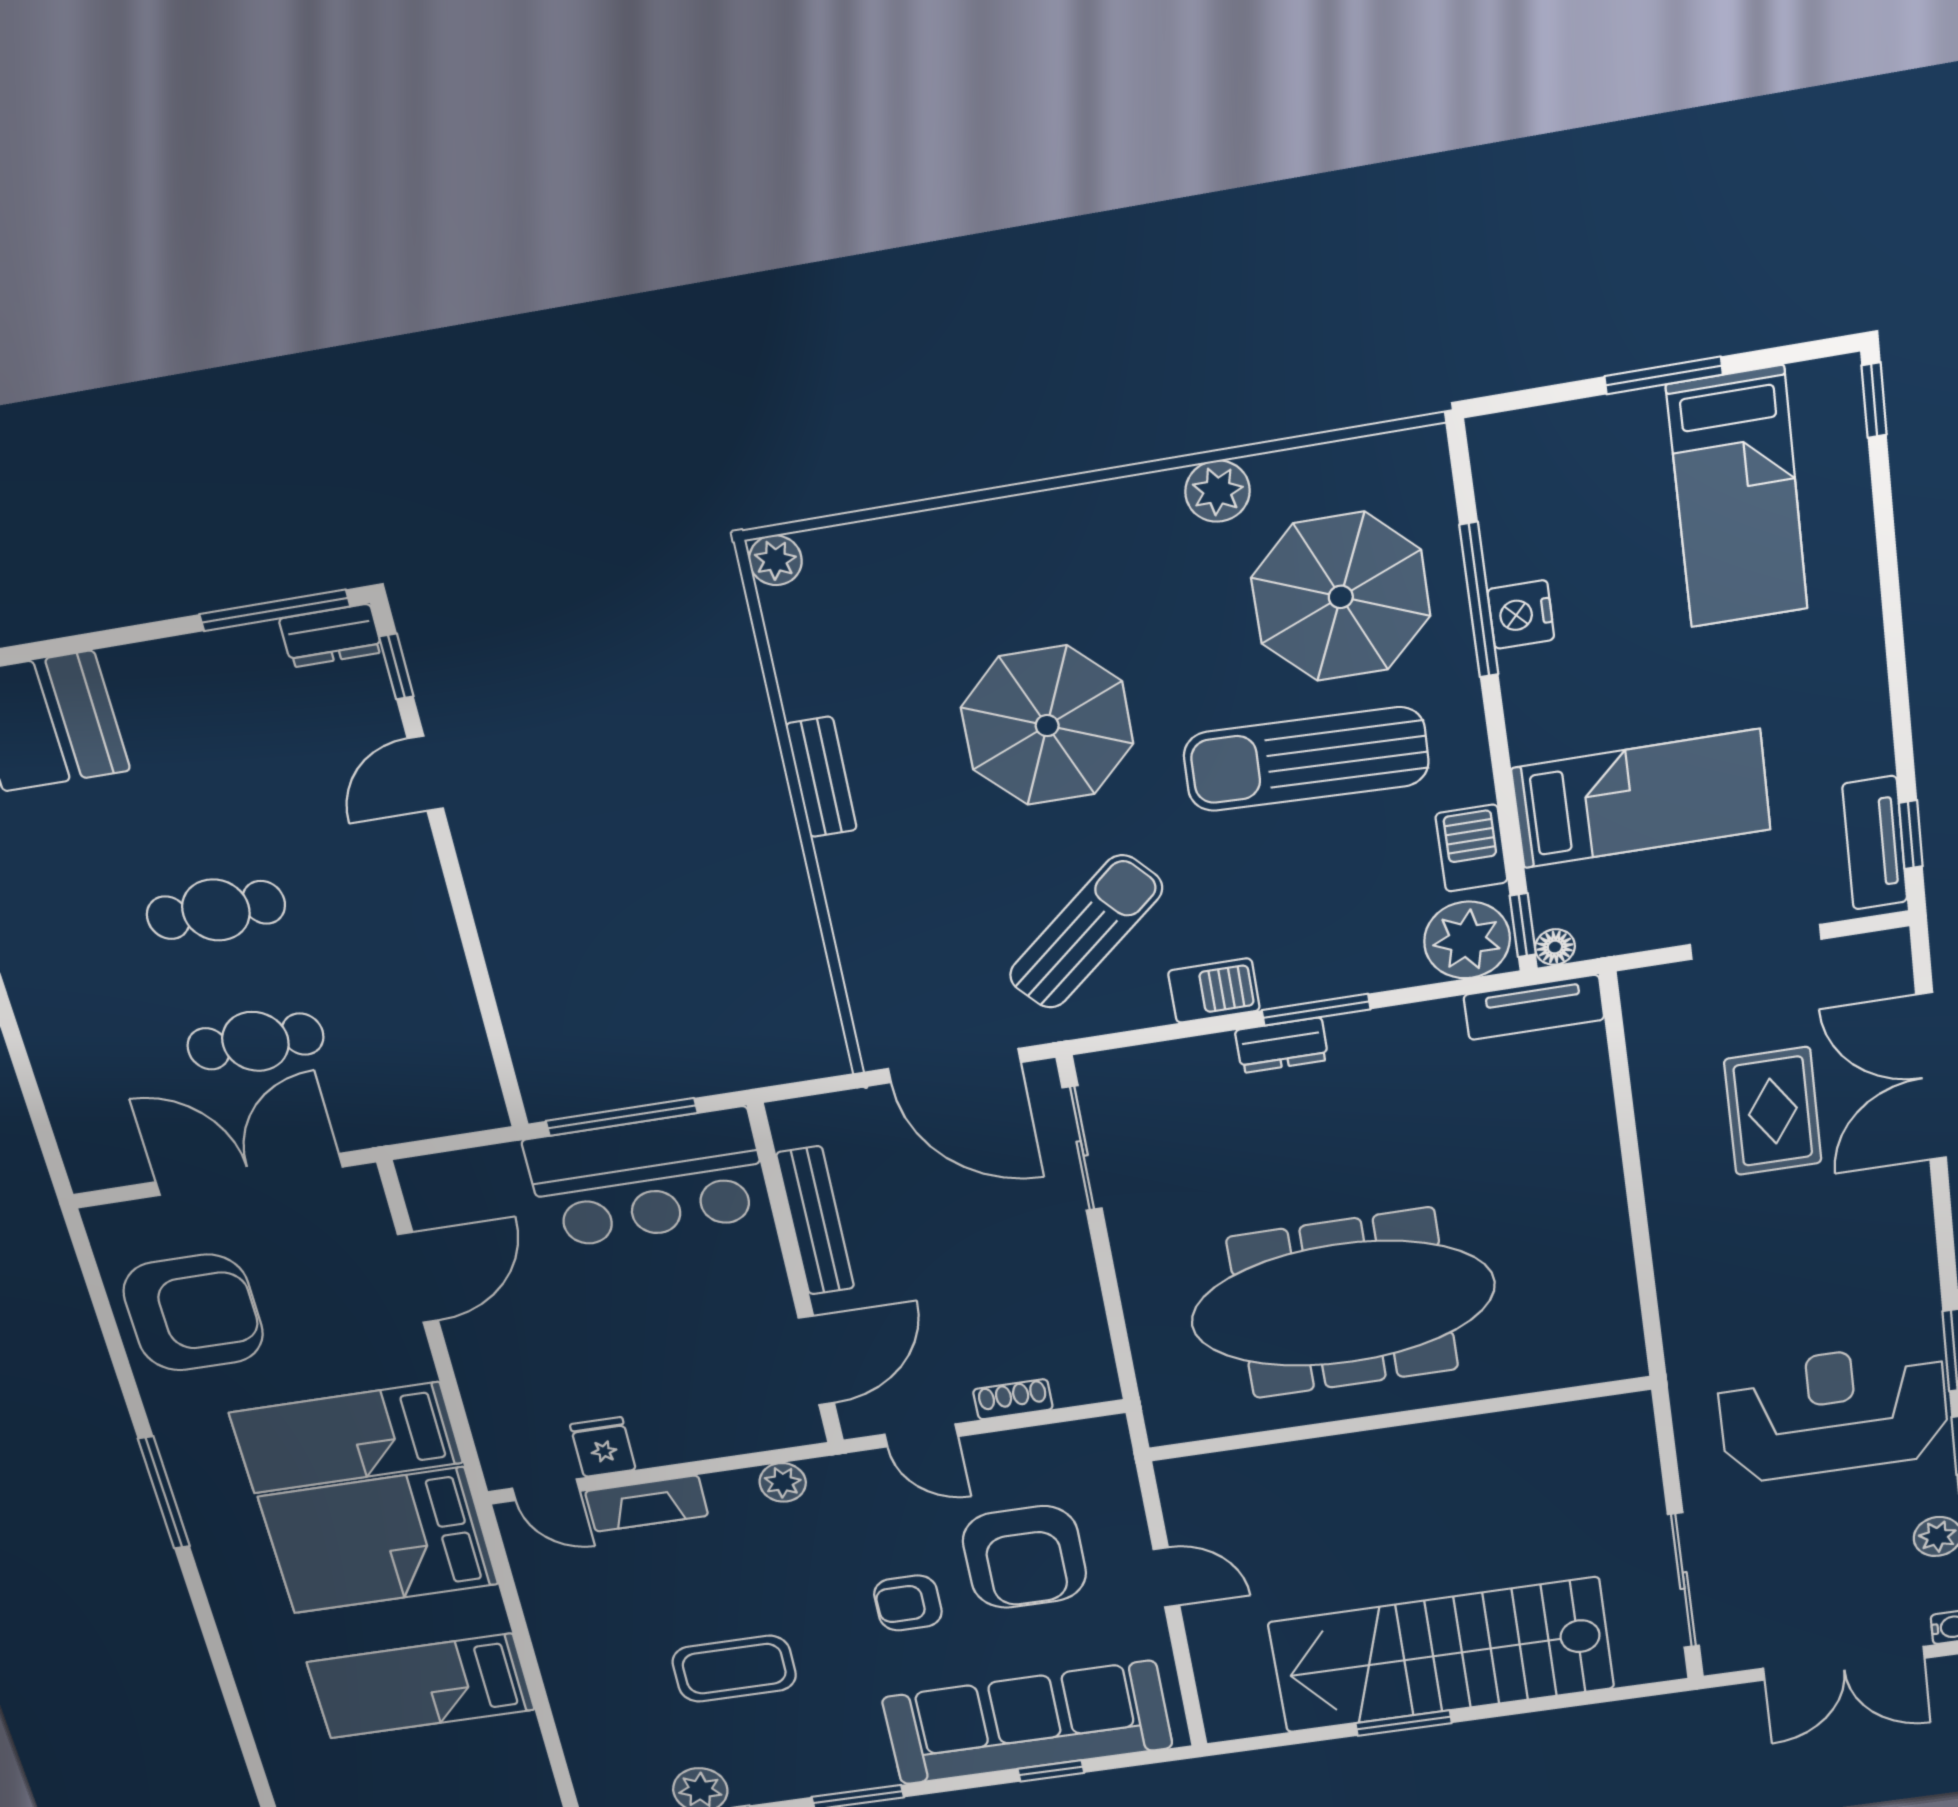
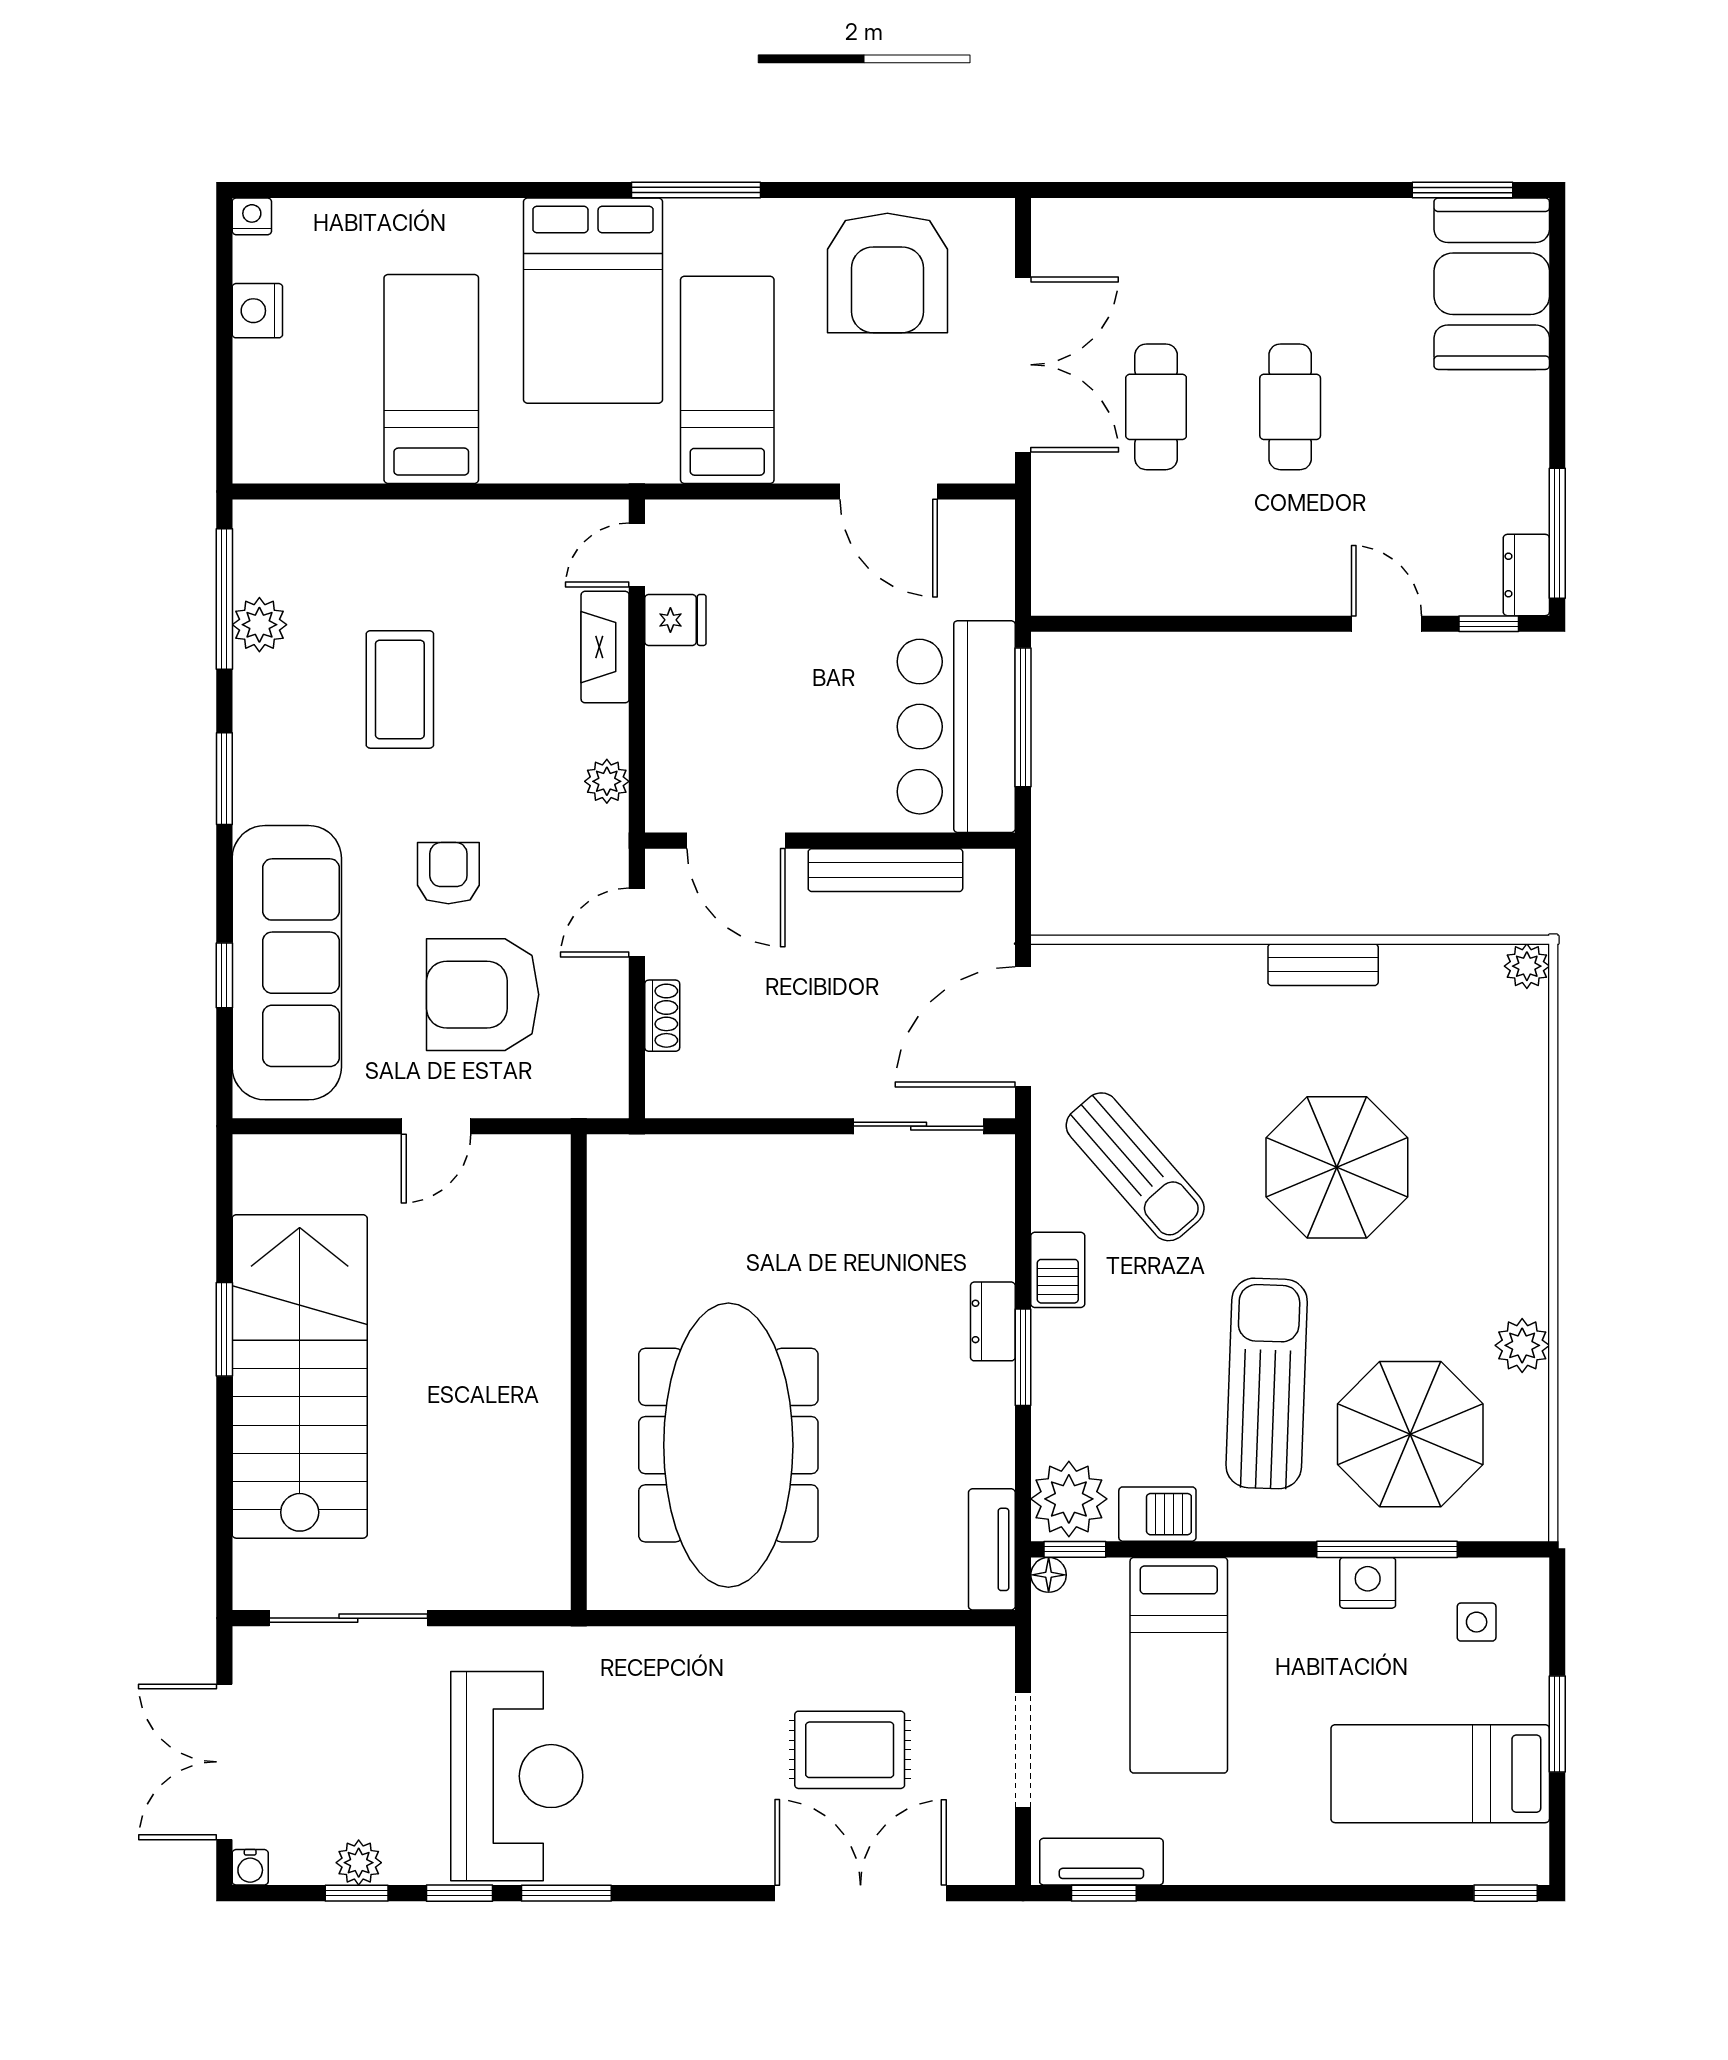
side table: (1552, 487) -> (1477, 1622), added
meeting table: (1343, 1304) -> (728, 1445), moved
bed: (378, 1540) -> (593, 301), moved, turned 180

